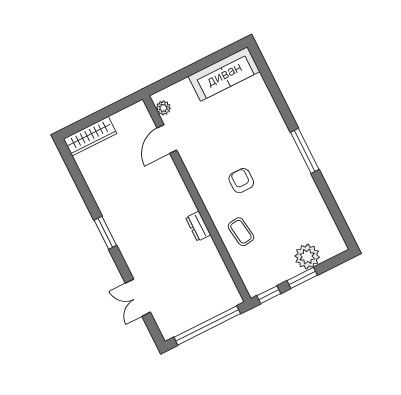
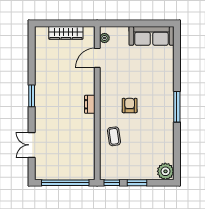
wardrobe: (90, 136) -> (66, 33), moved
dresser: (198, 226) -> (90, 104), moved
plant: (307, 257) -> (165, 171), moved

